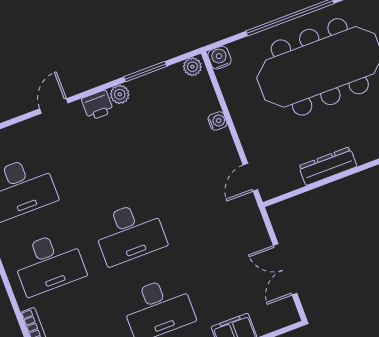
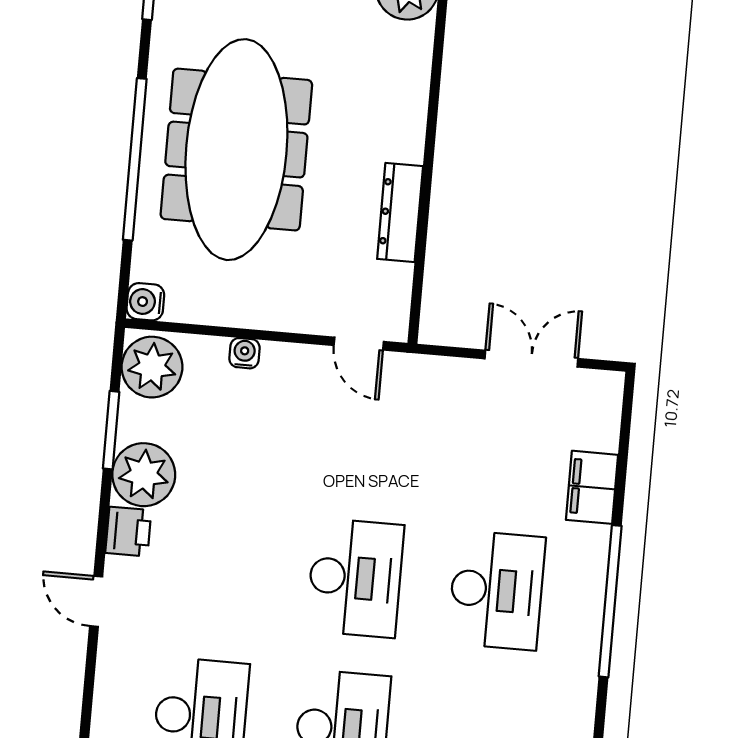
plant: (192, 67) -> (152, 367), width x1.88, depth x1.88
plant: (120, 94) -> (144, 475), width x1.88, depth x1.88
double door: (285, 269) -> (531, 359), swing flipped

